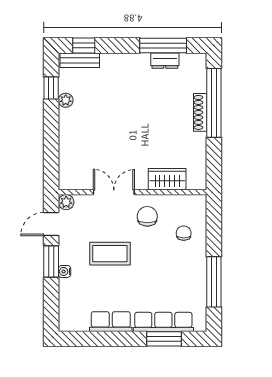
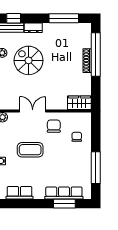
dresser: (165, 61) -> (33, 28), moved
spiral stairs: (107, 112) -> (29, 60), added
wardrobe: (167, 179) -> (79, 103), moved
row of seats: (111, 322) -> (19, 193), moved

